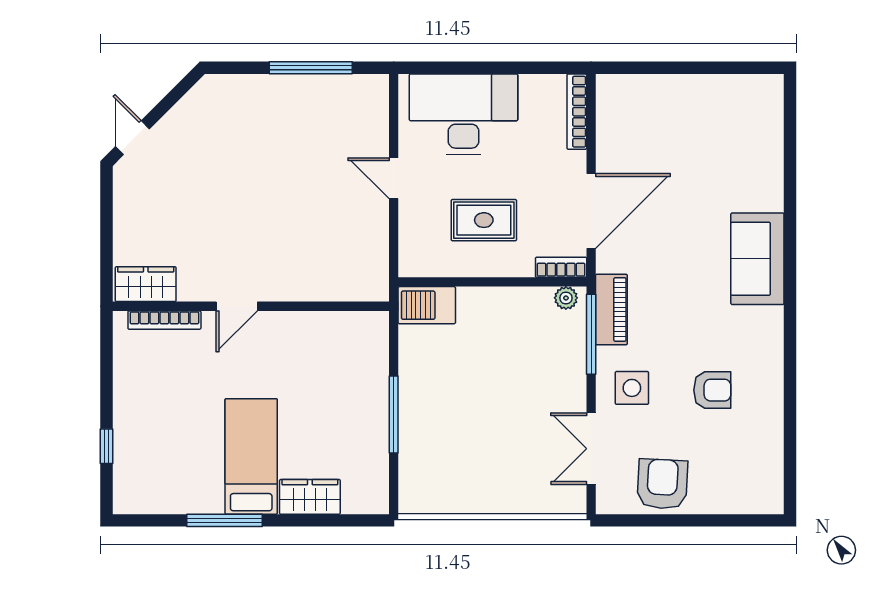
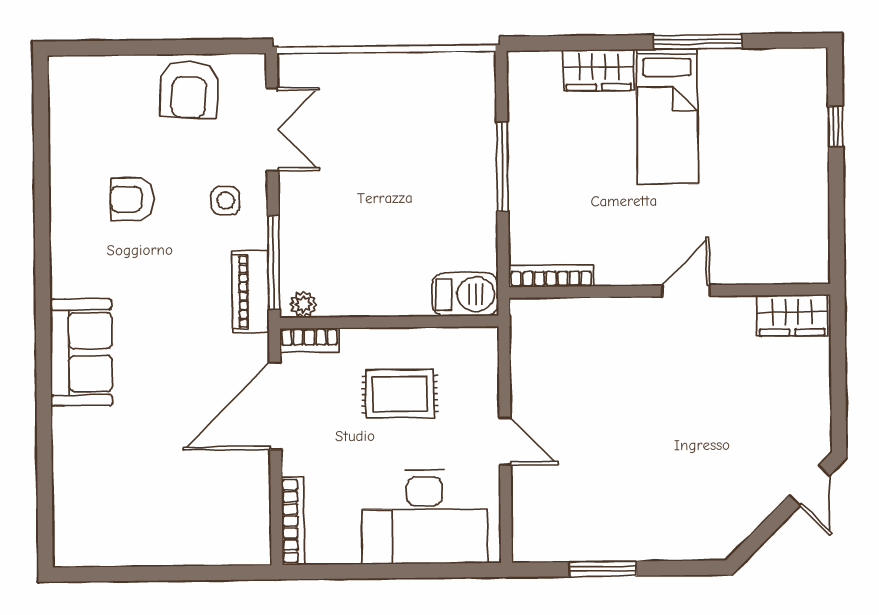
window: (311, 68) -> (603, 569), width x0.69
bookcase: (164, 320) -> (551, 276), moved
side table: (632, 388) -> (226, 201), width x0.73, depth x0.73

